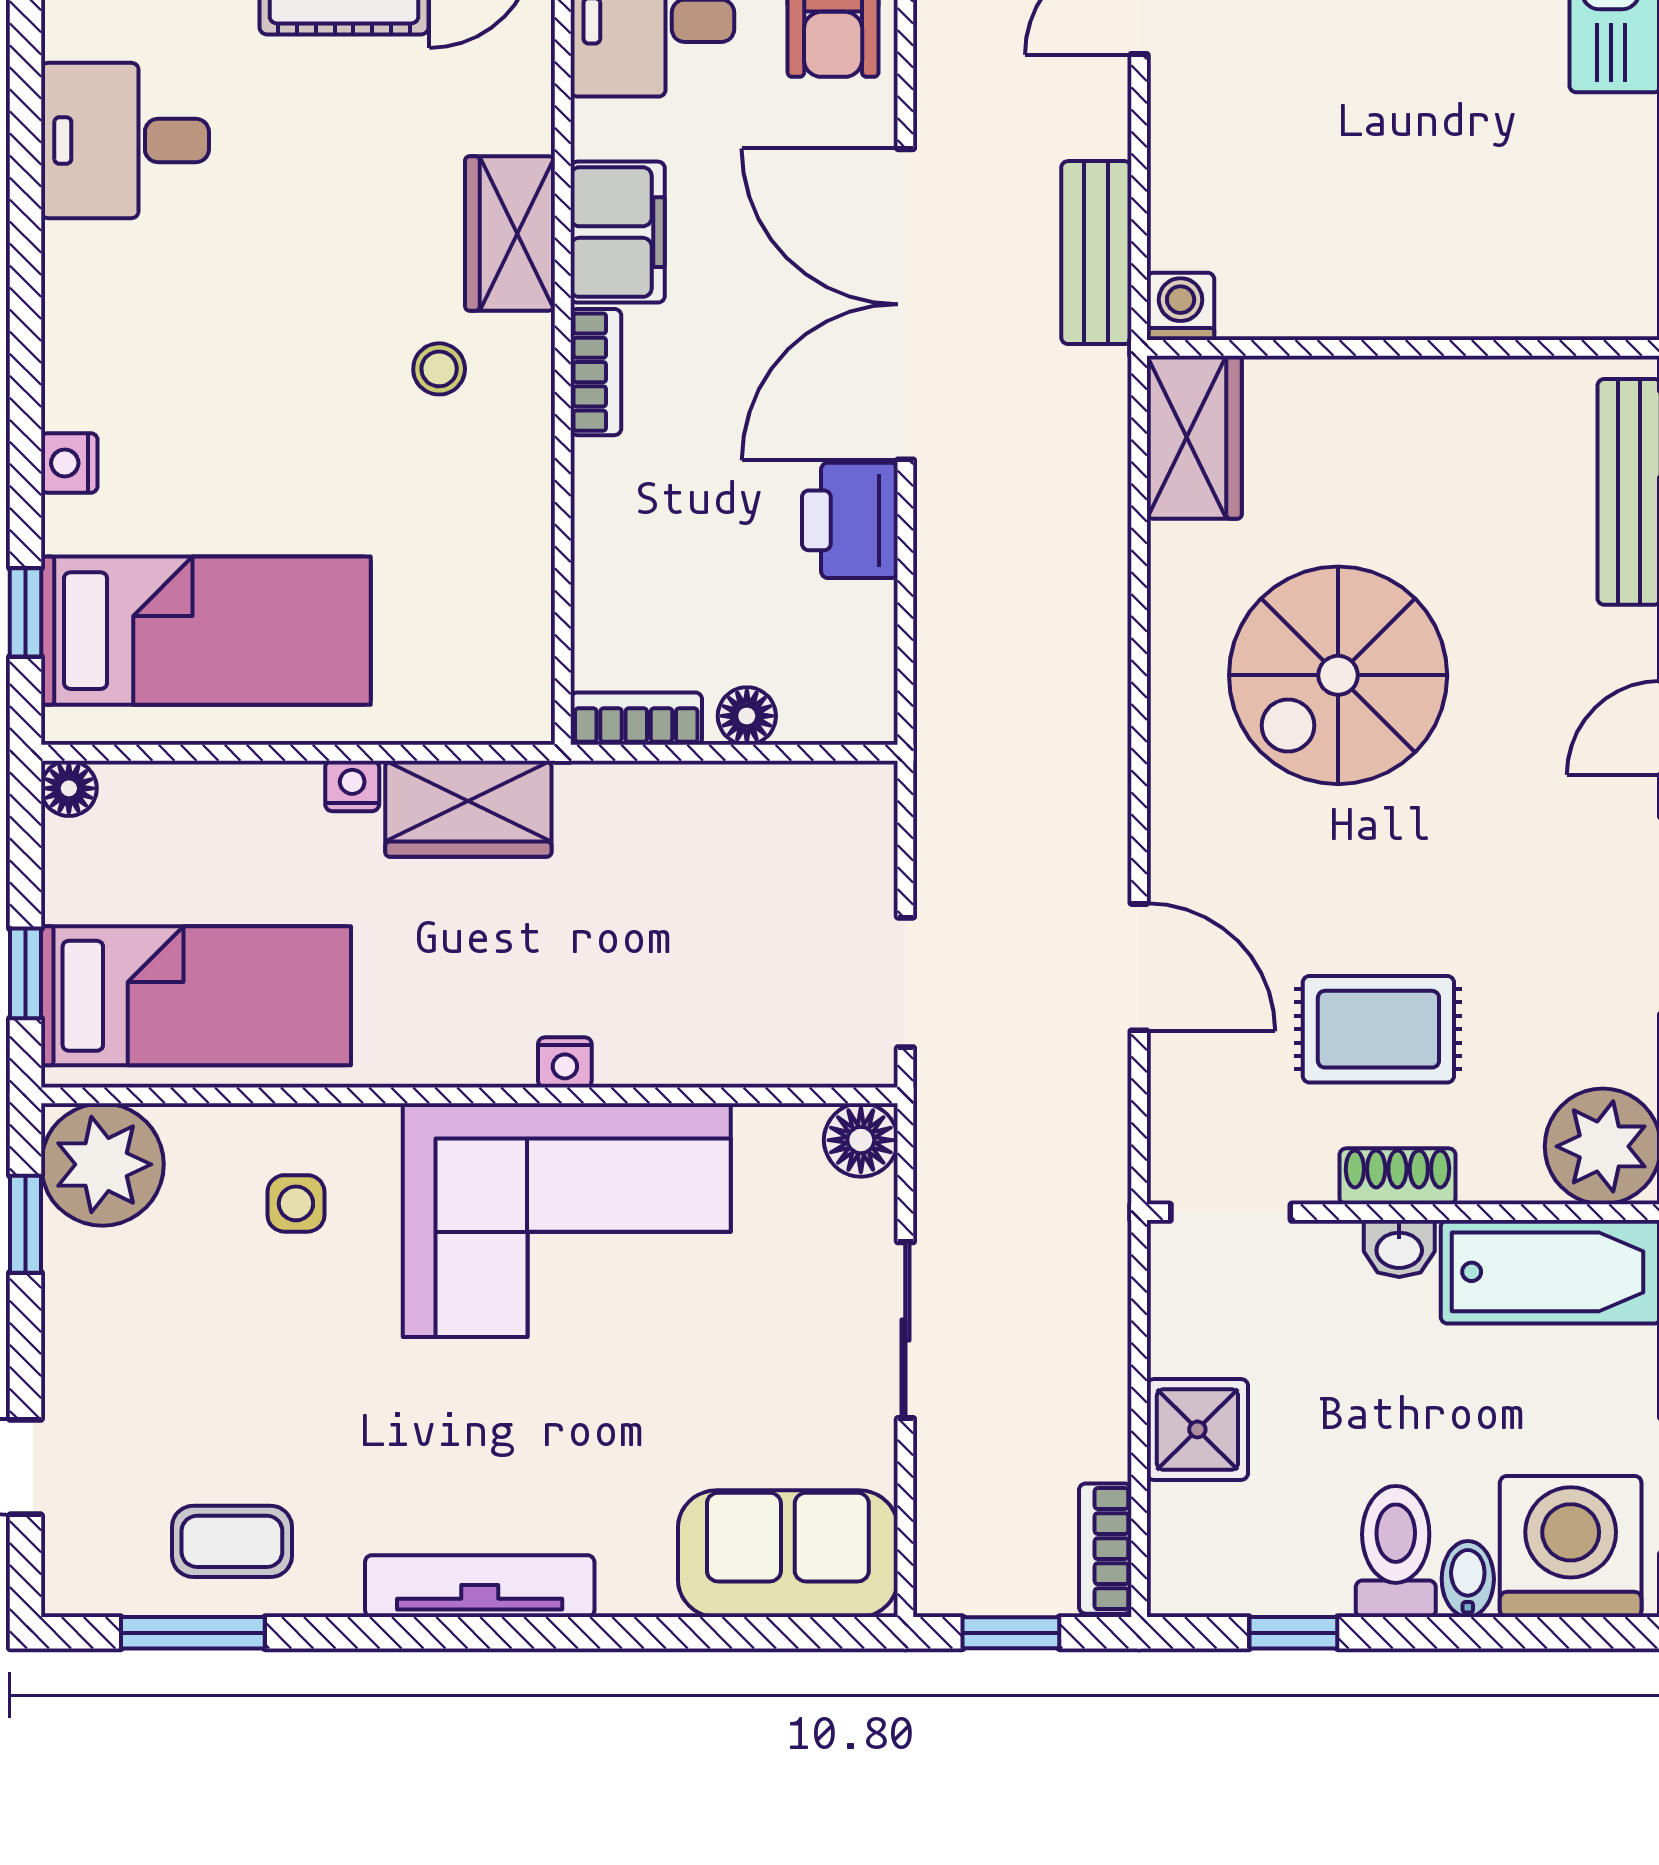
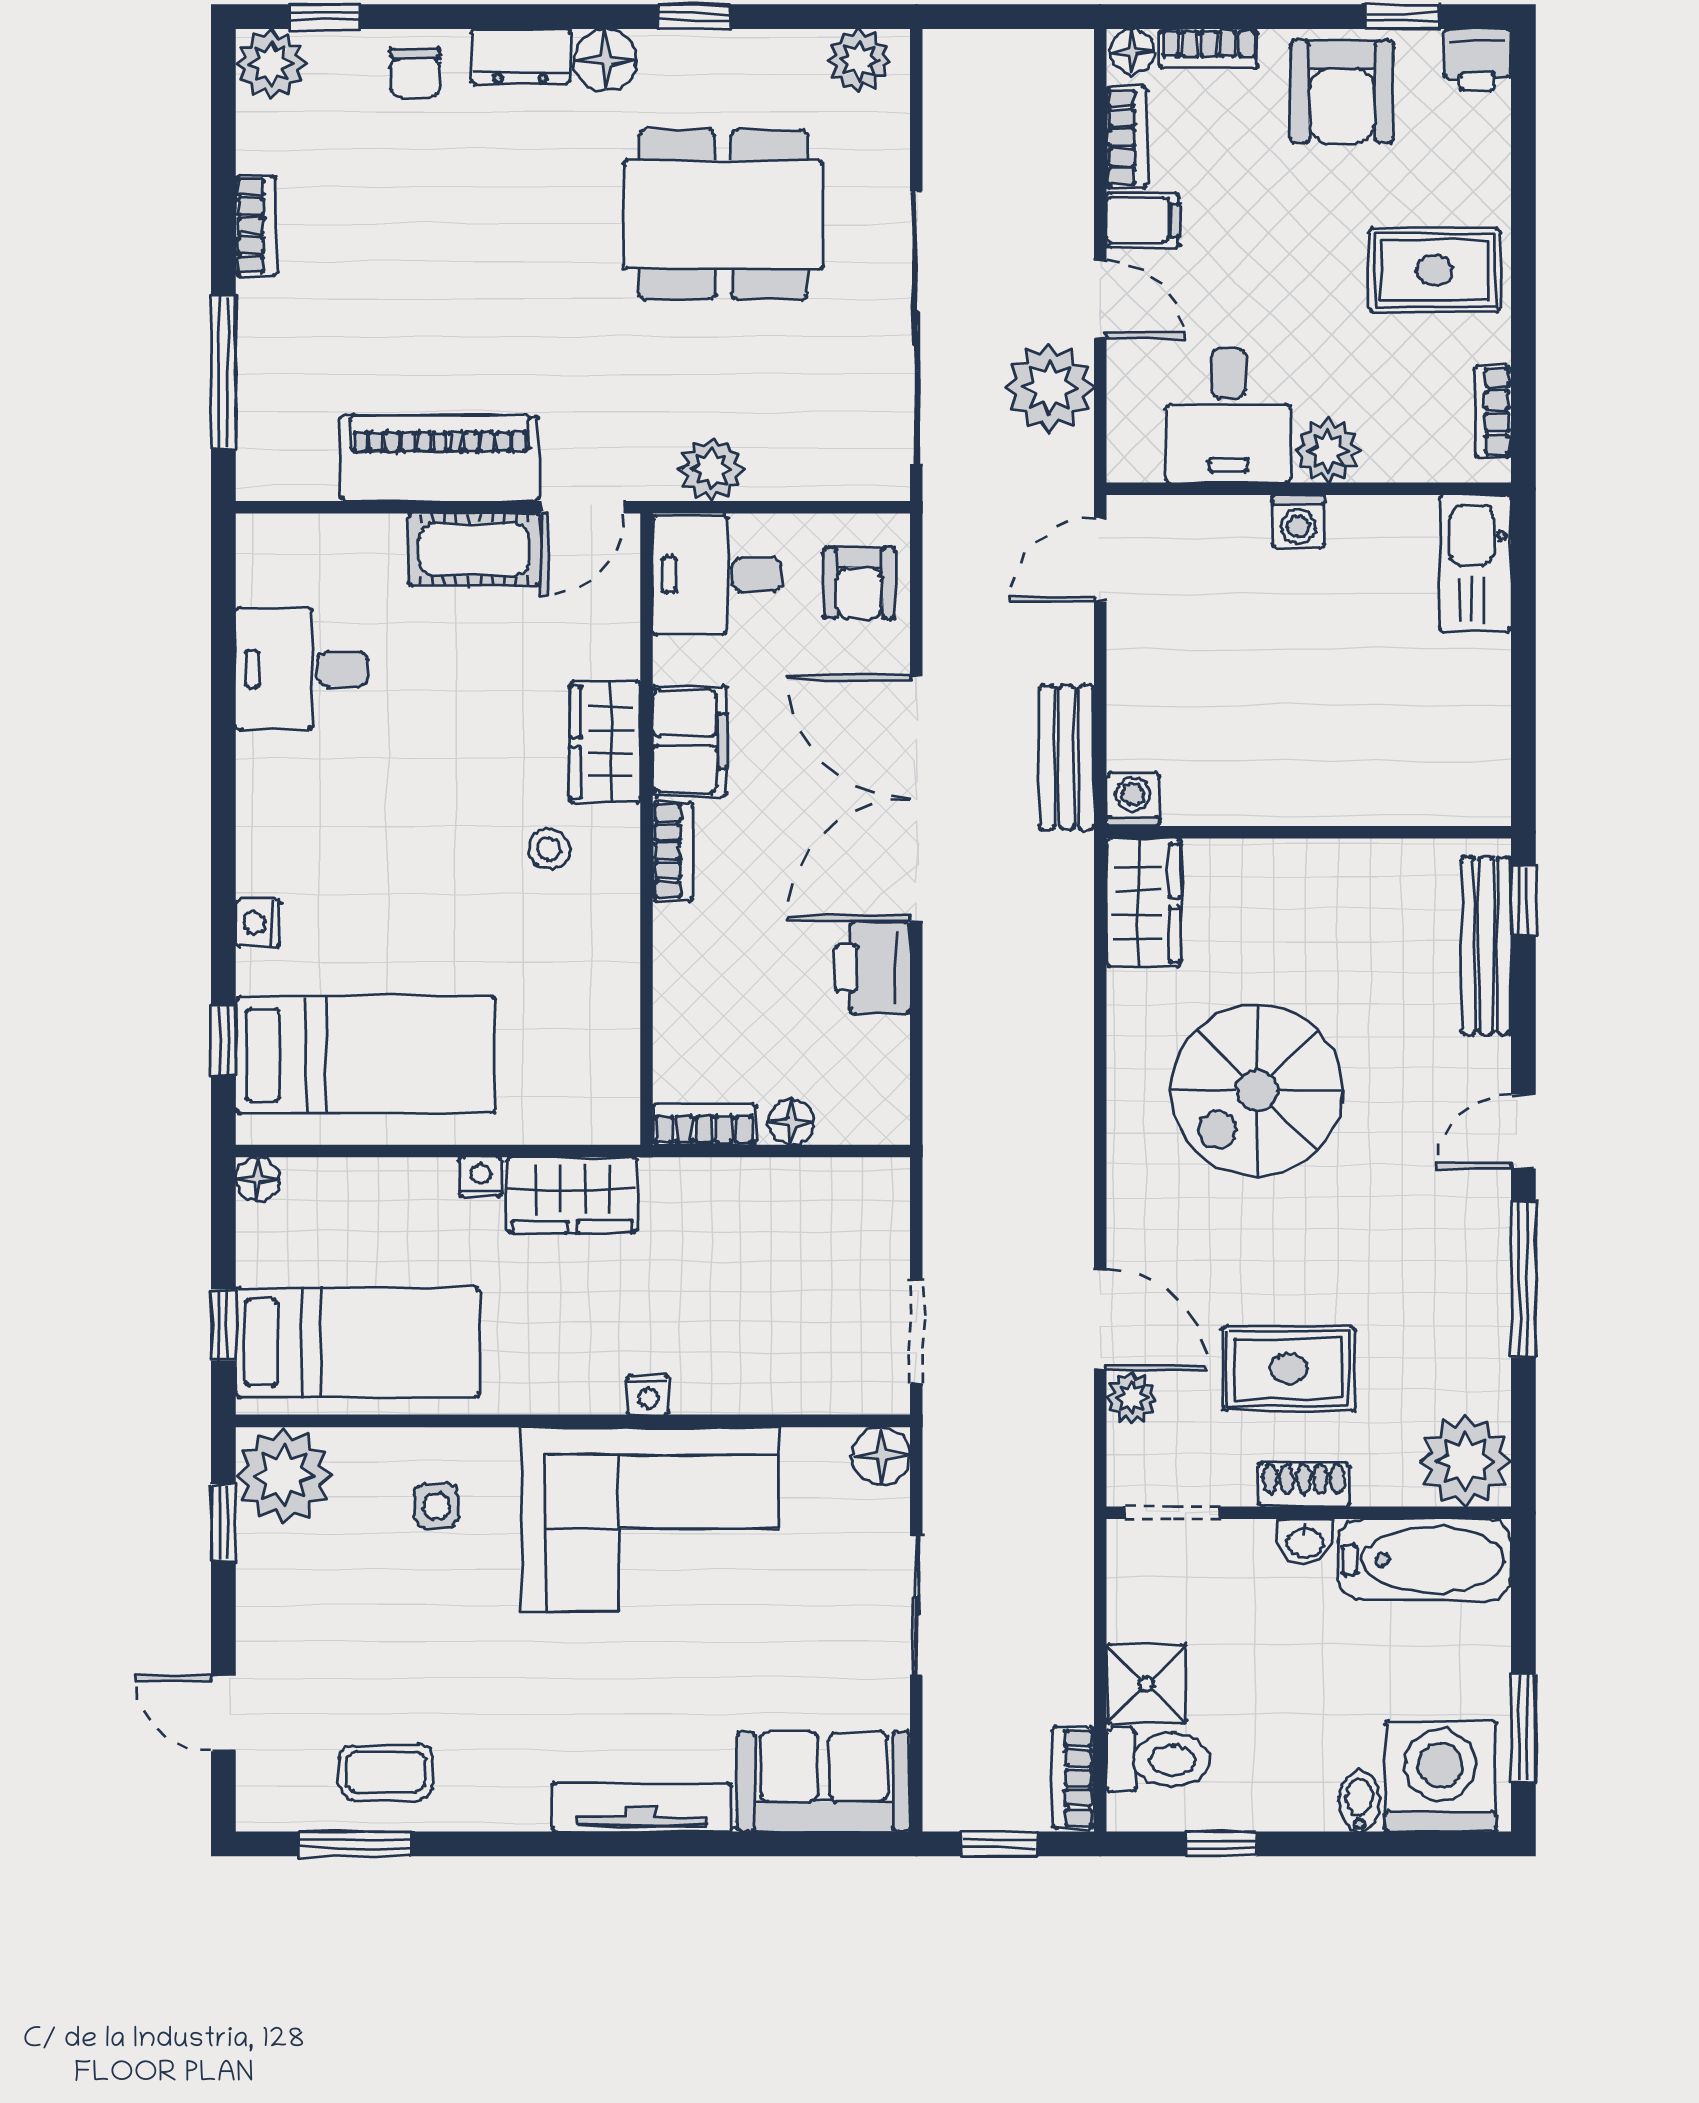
plant: (1179, 1066) -> (1132, 1398), added
toilet: (1396, 1552) -> (1158, 1760), moved, turned 90
tv unit: (480, 1586) -> (642, 1807), moved

